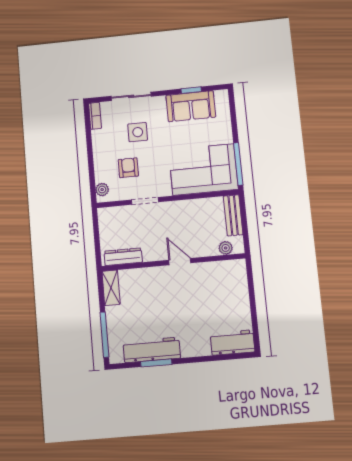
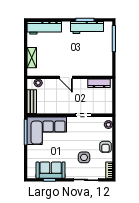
armchair: (128, 168) -> (106, 147), moved
shelving: (111, 288) -> (32, 58), moved
workbench: (232, 343) -> (44, 28), width x1.38

